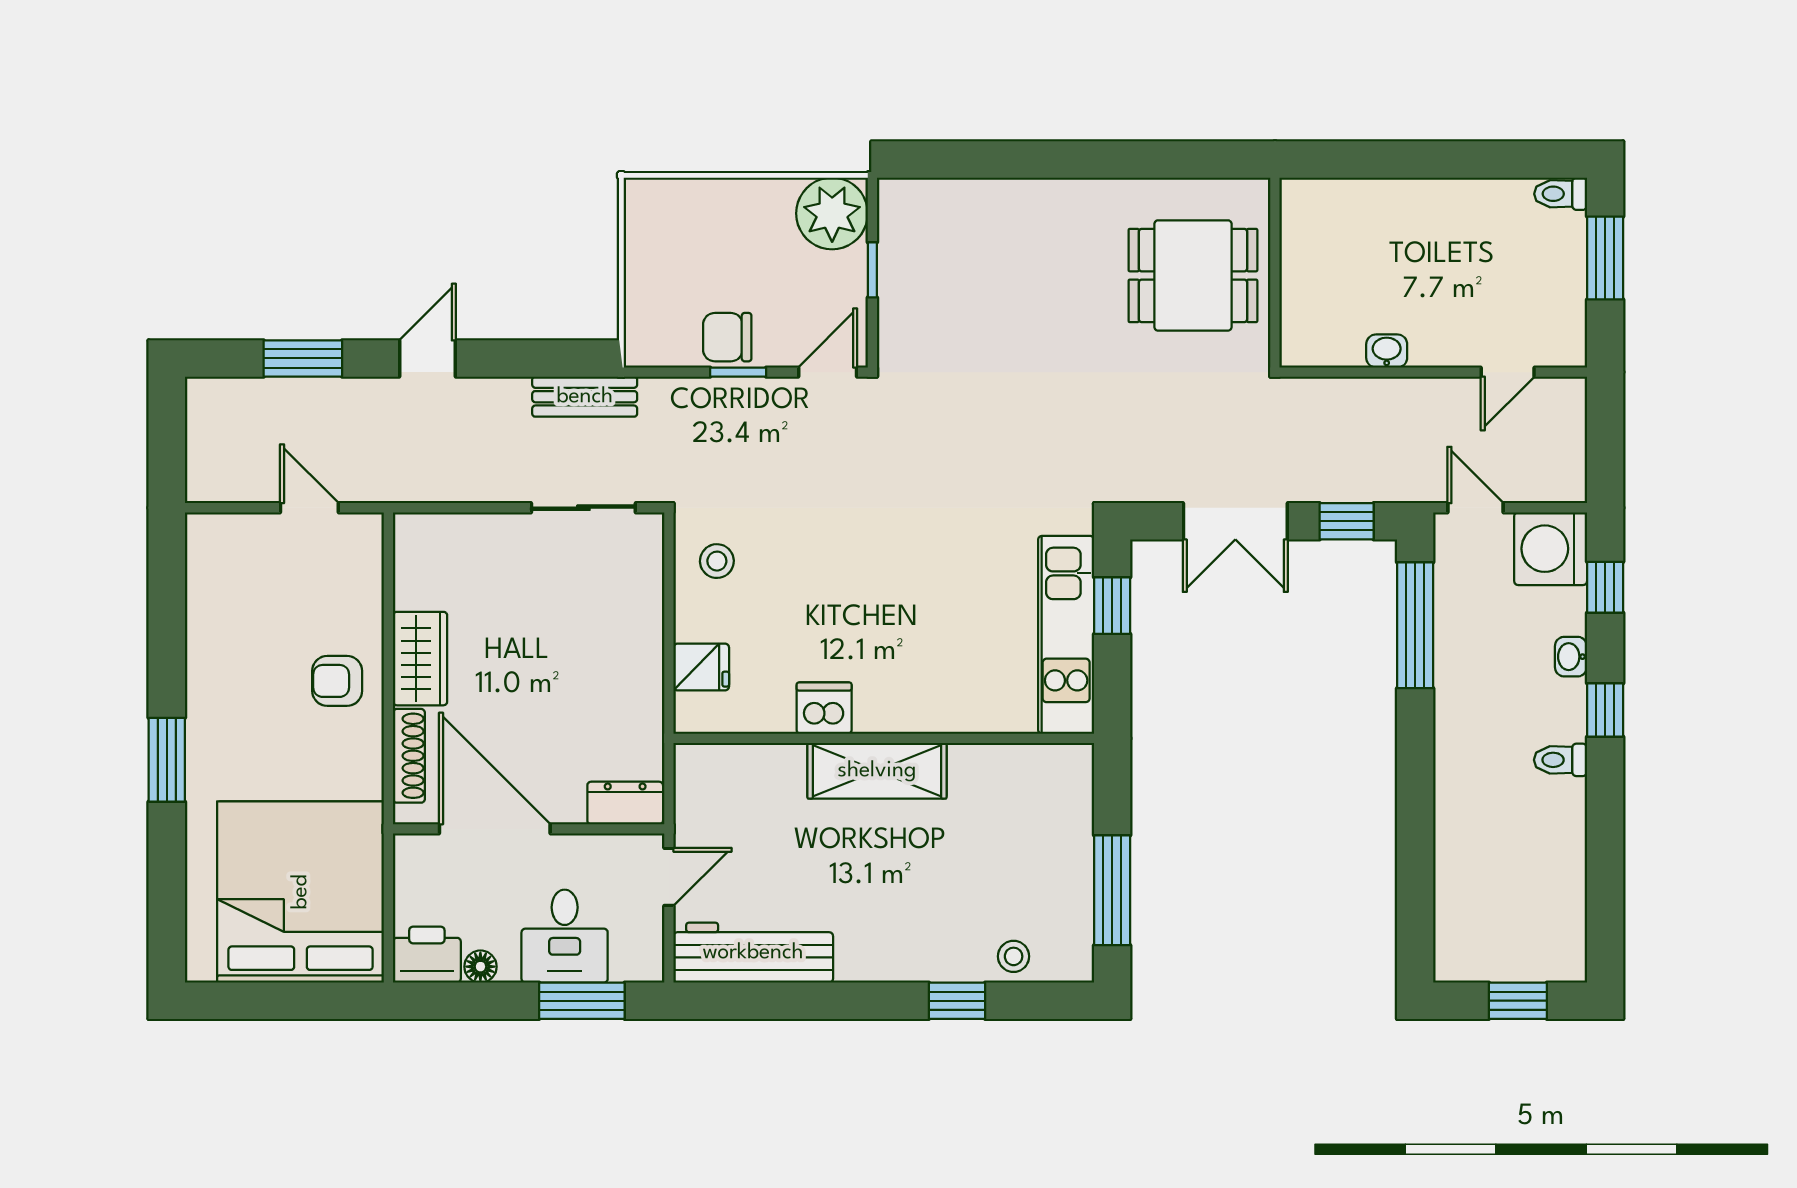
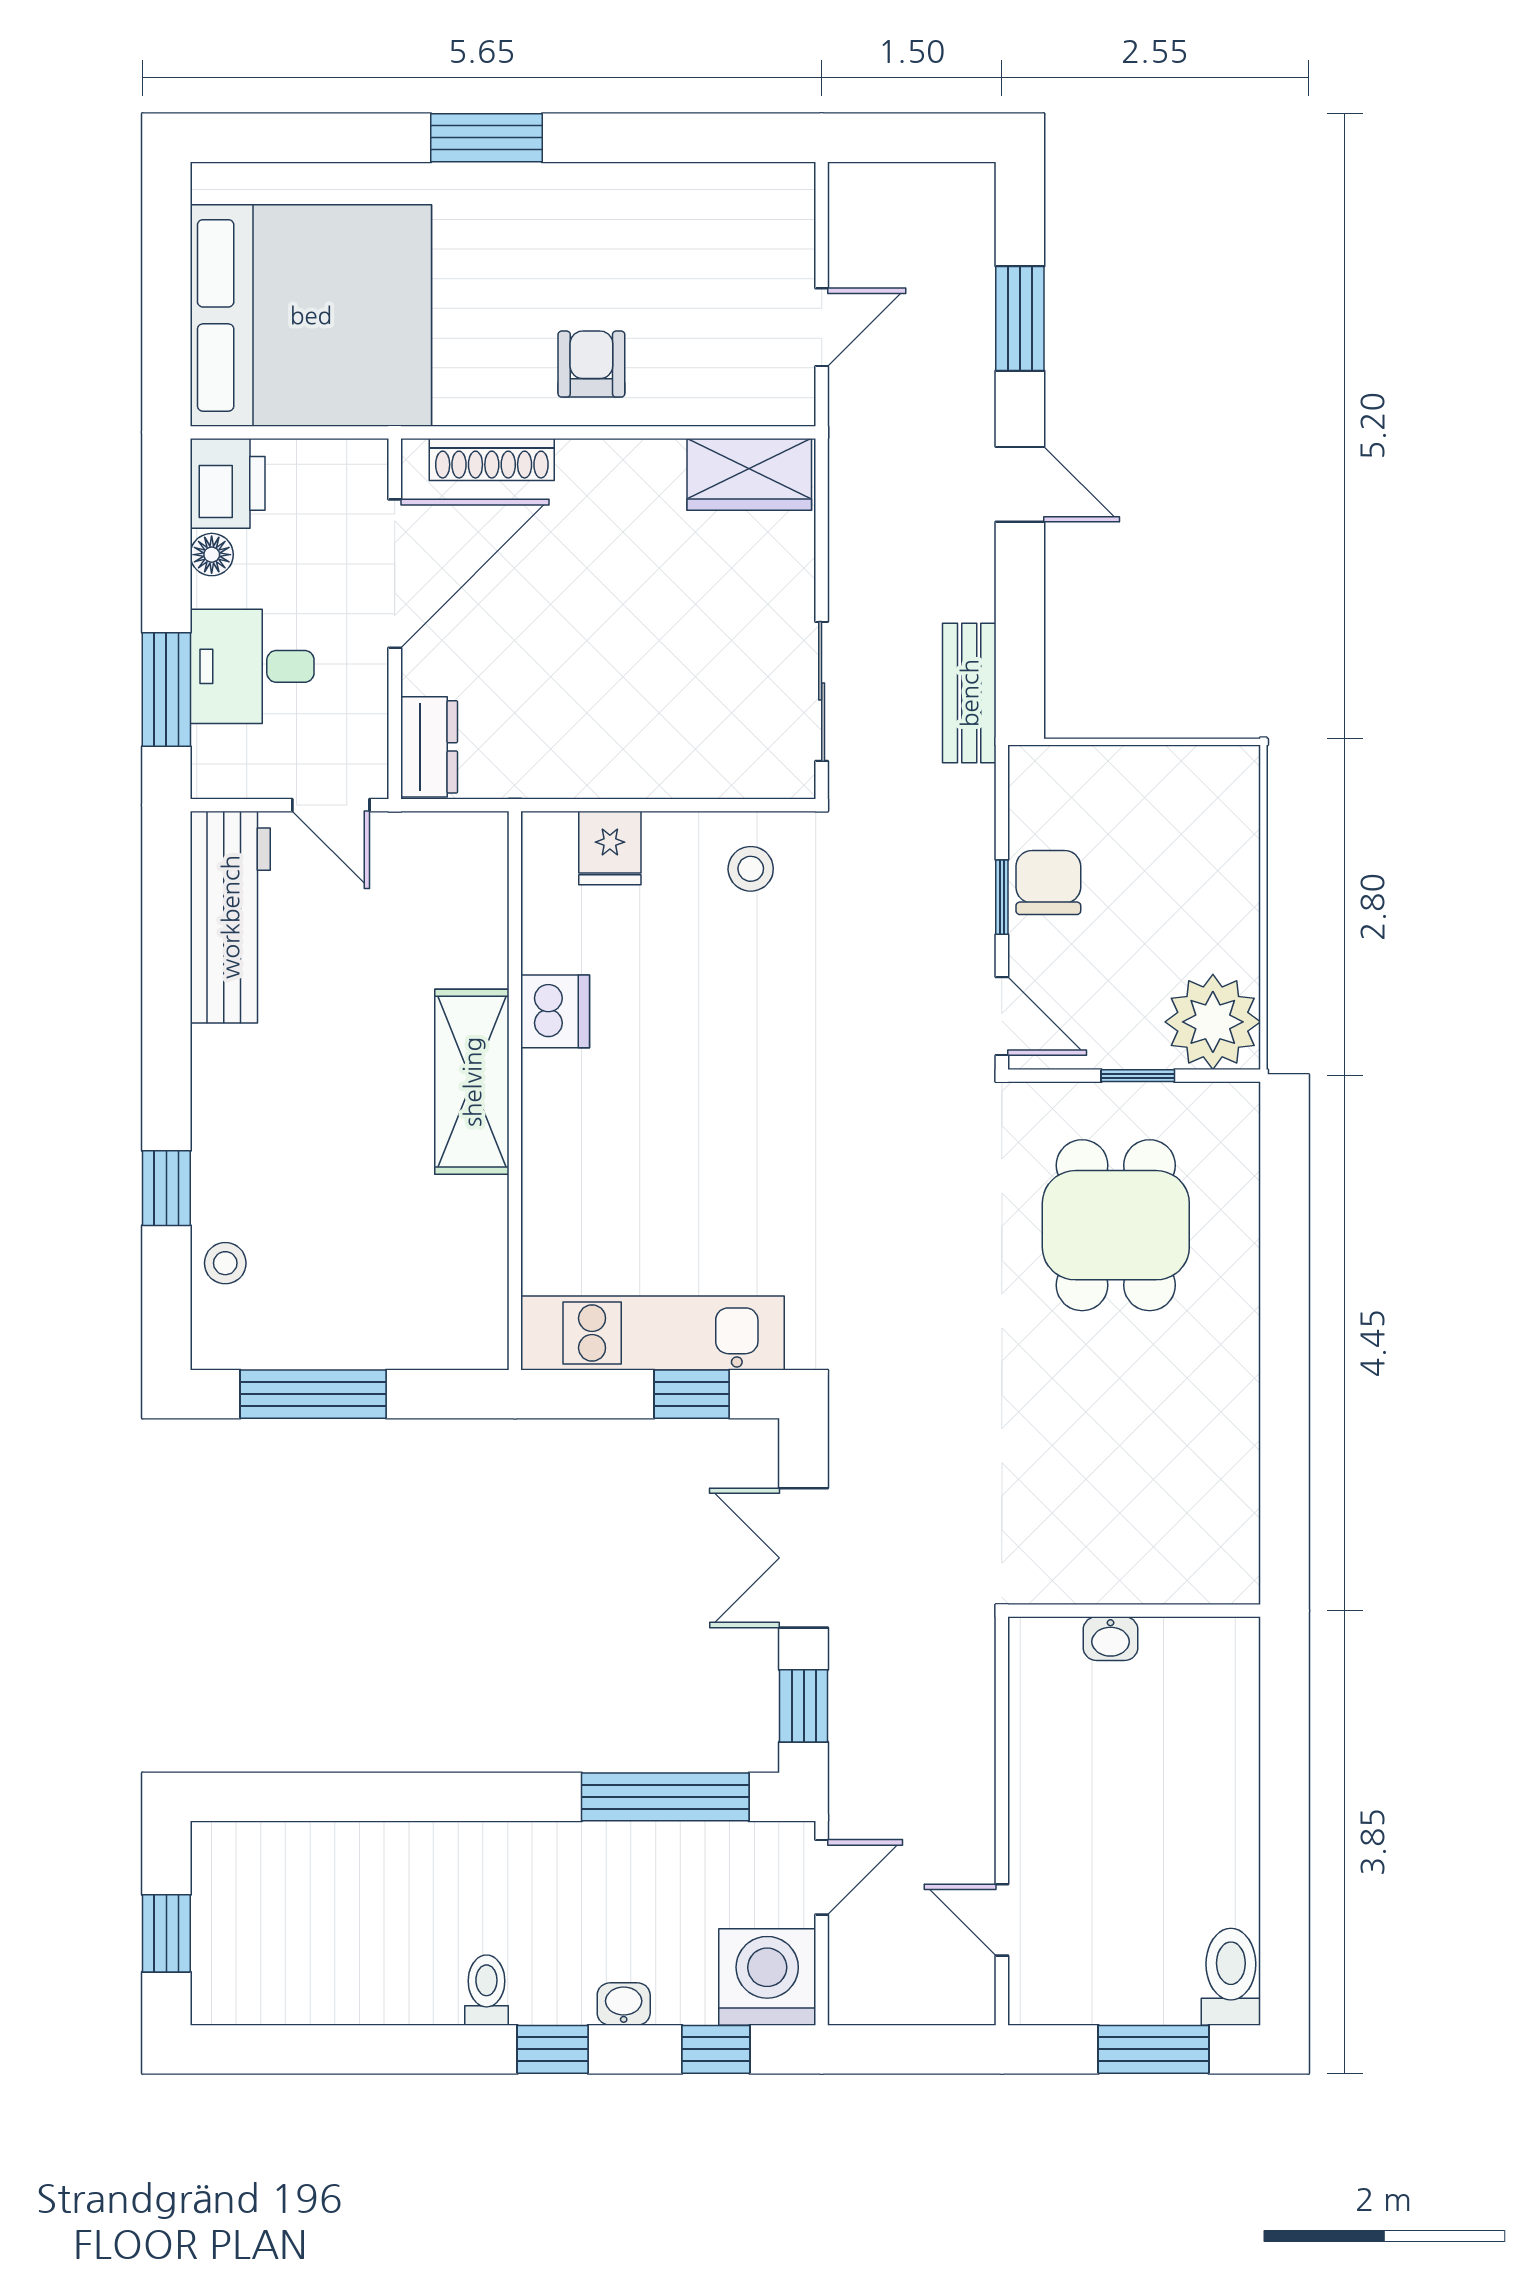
toilet: (1561, 194) -> (1231, 1977), width x1.37, depth x1.39
dining table: (1193, 275) -> (1116, 1225), moved
washbasin: (1387, 351) -> (1111, 1639), moved, turned 90
wardrobe: (420, 659) -> (749, 474), moved

